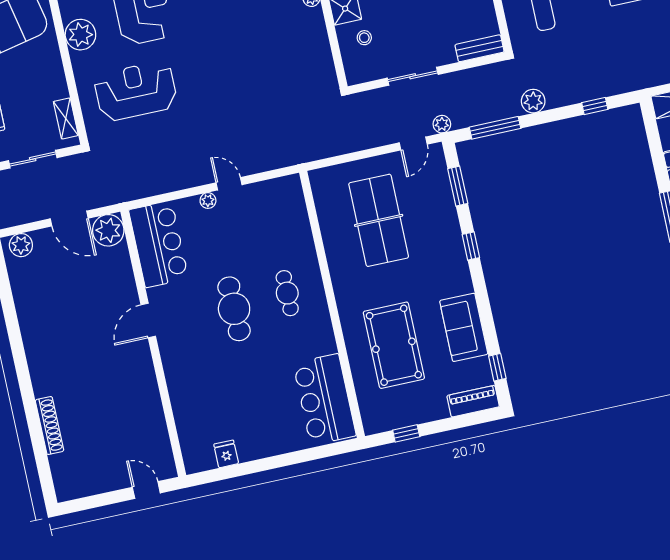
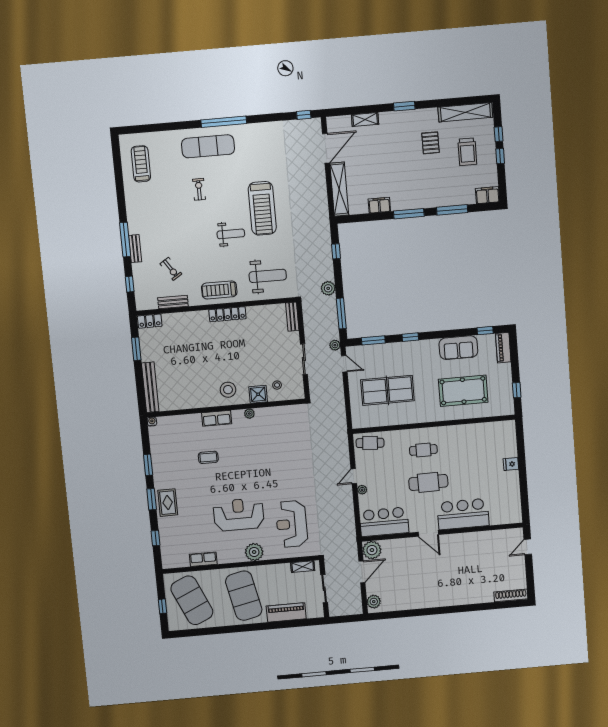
cafe table: (288, 203) -> (370, 443), added
bar counter: (325, 399) -> (463, 514), moved, turned 180
shoe rack: (50, 426) -> (511, 595), moved
fridge: (226, 454) -> (511, 464), moved

